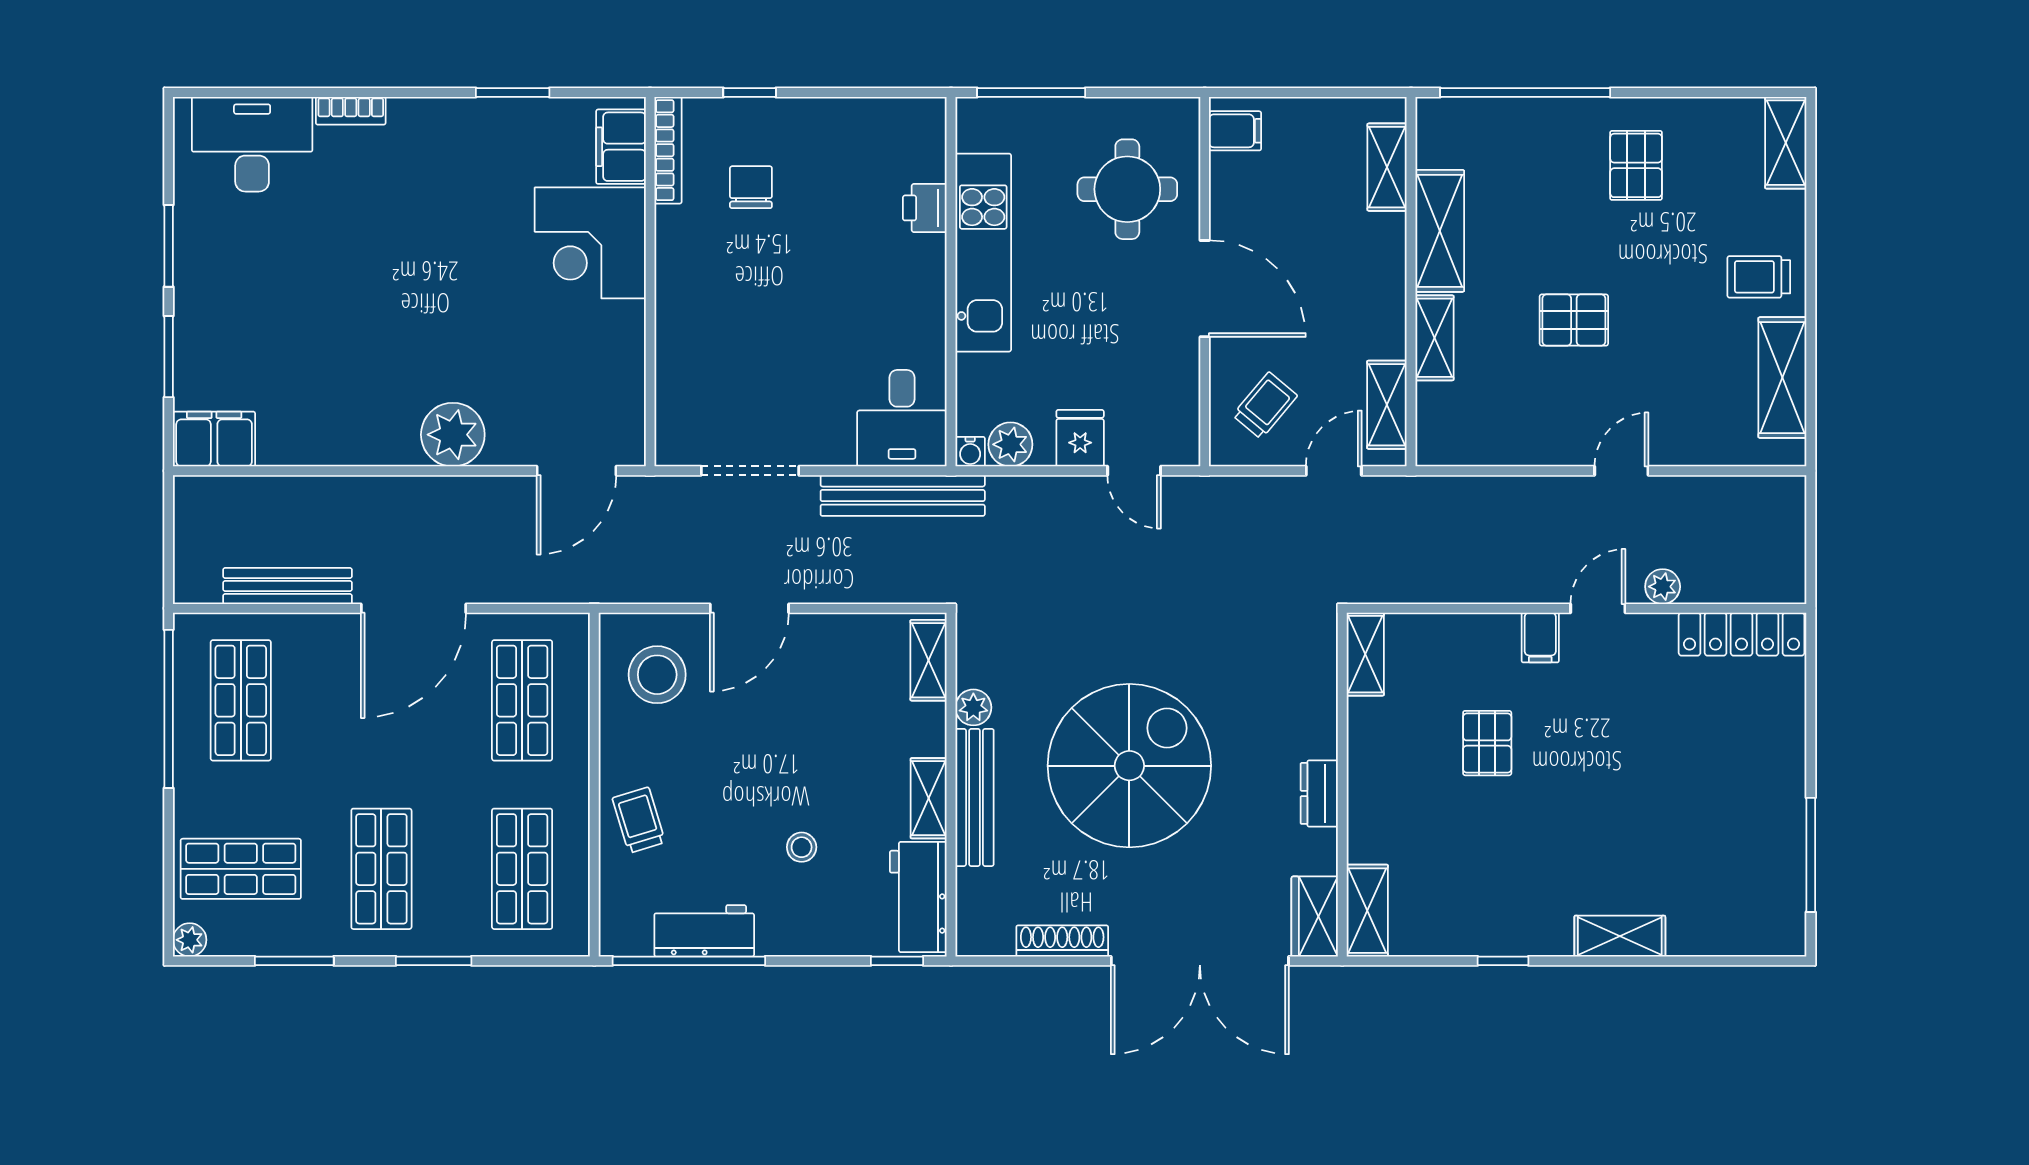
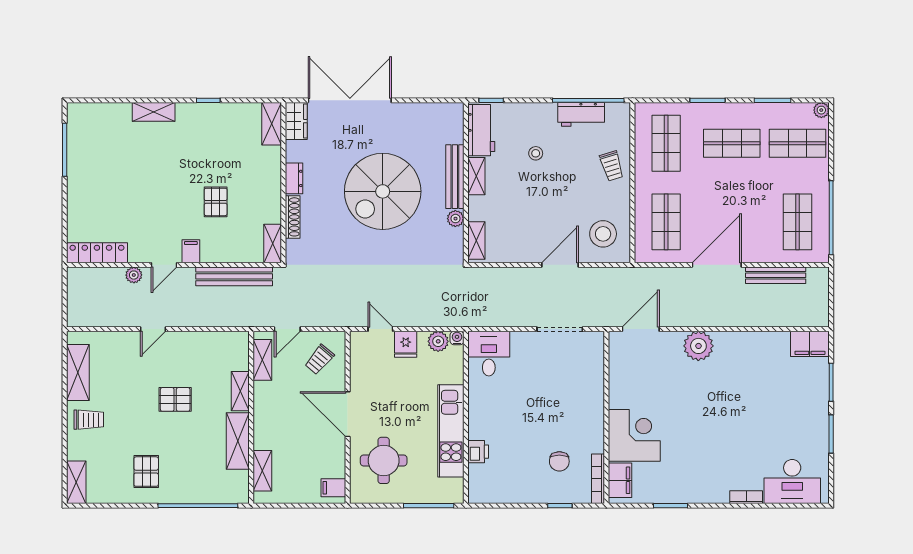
bench: (903, 496) -> (234, 276), moved
shop shelf: (381, 869) -> (732, 143), turned 90
shoe rack: (1062, 941) -> (293, 217), moved, turned -90

